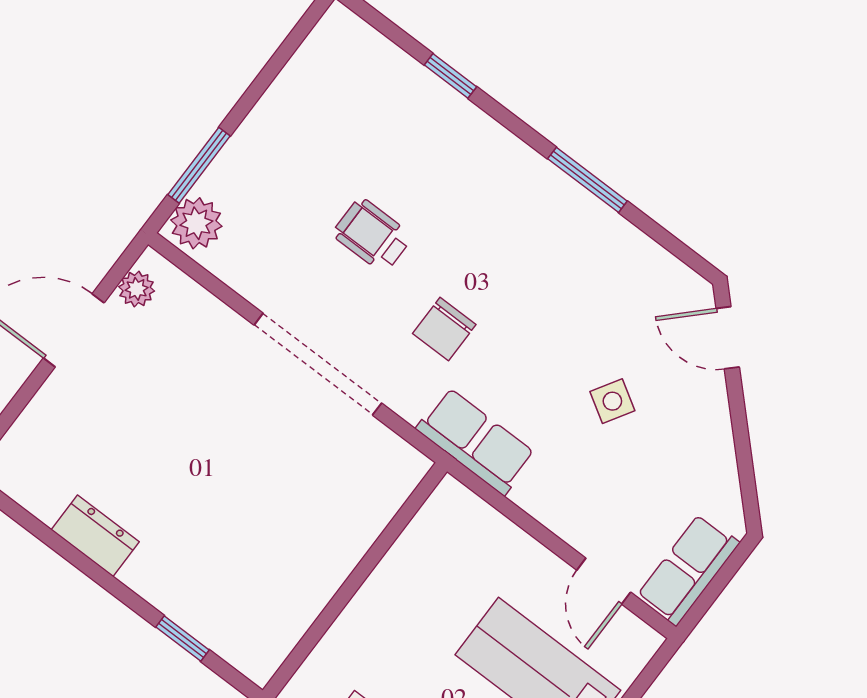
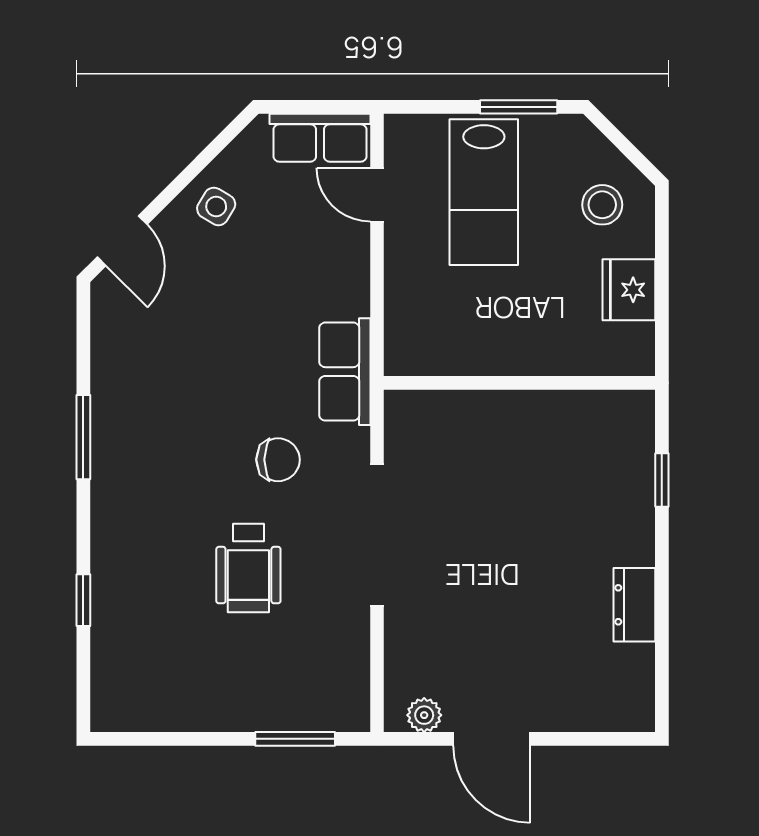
plant: (196, 223) -> (340, 708), removed
wheelchair: (372, 235) -> (248, 568), width x1.36, depth x1.37
side table: (612, 401) -> (216, 206), moved
door: (604, 581) -> (377, 195), swing flipped

